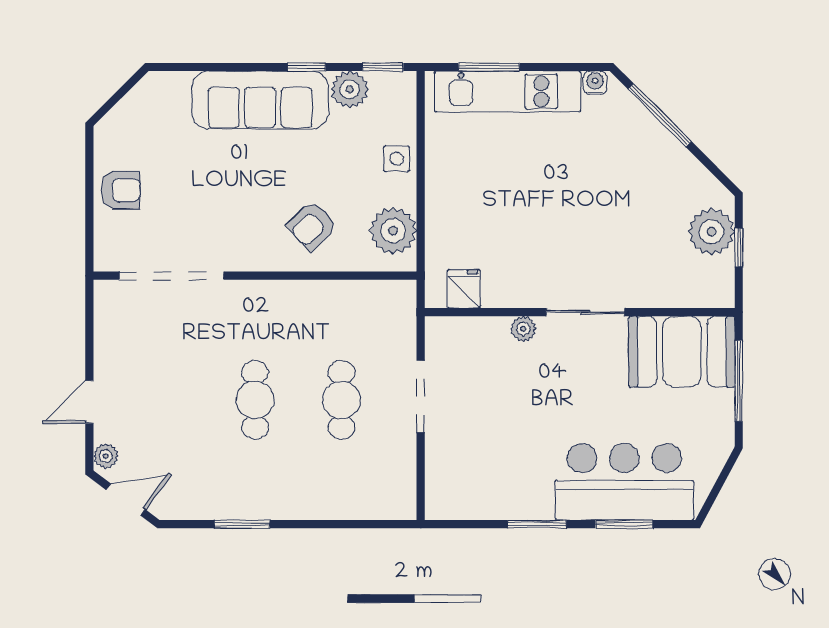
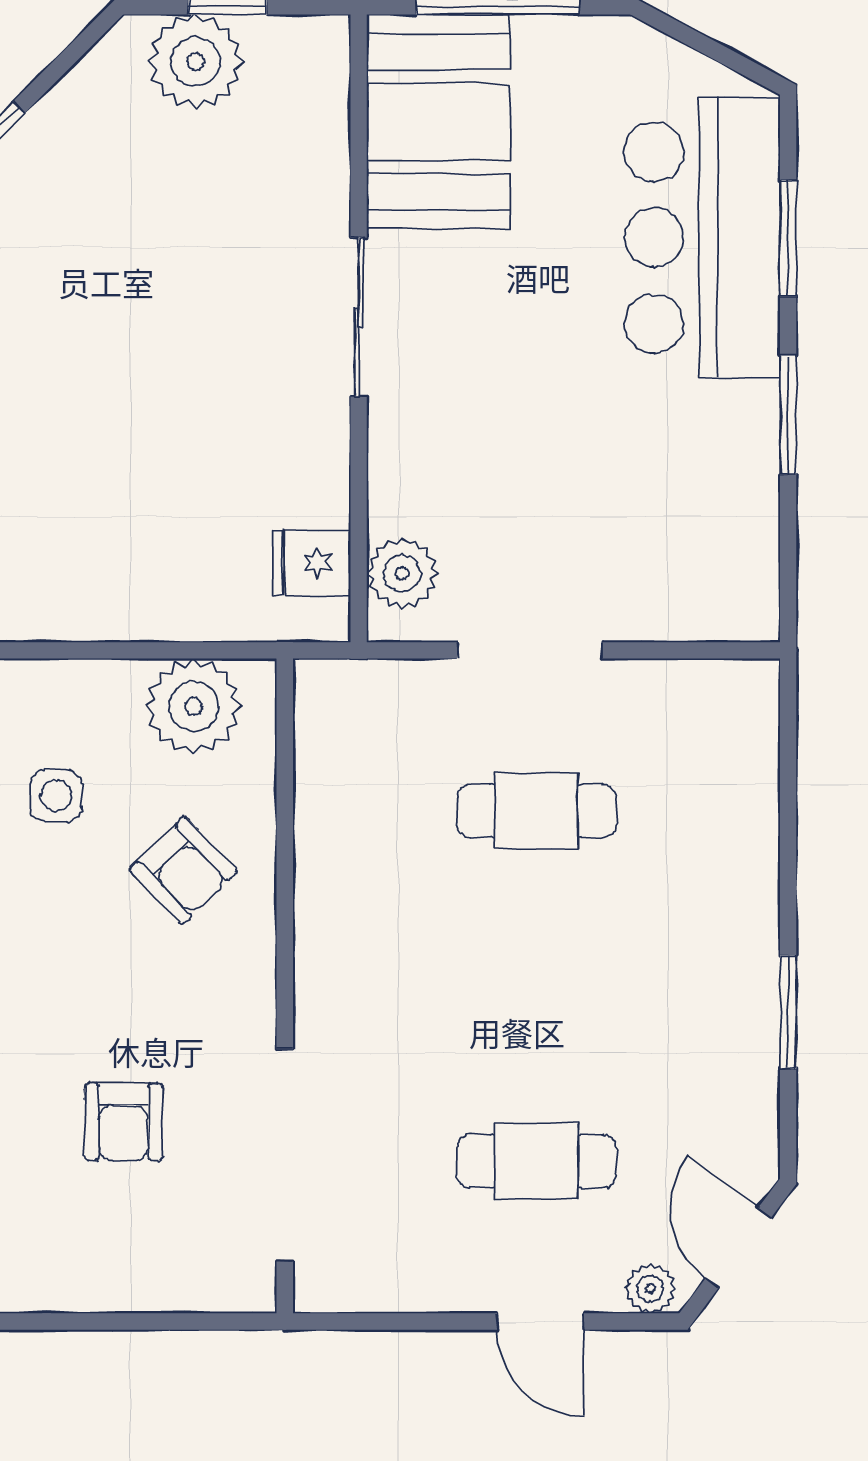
side table: (397, 159) -> (56, 796), moved
armchair: (121, 190) -> (124, 1122), moved, turned 180
plant: (523, 329) -> (402, 573), moved, width x1.38, depth x1.38
cafe table: (255, 400) -> (536, 1161), moved

